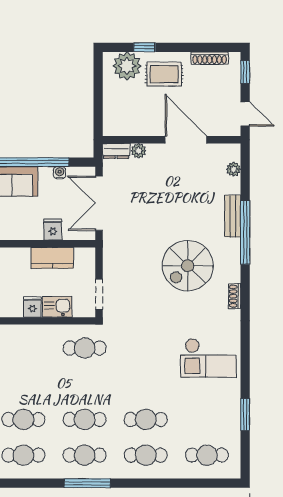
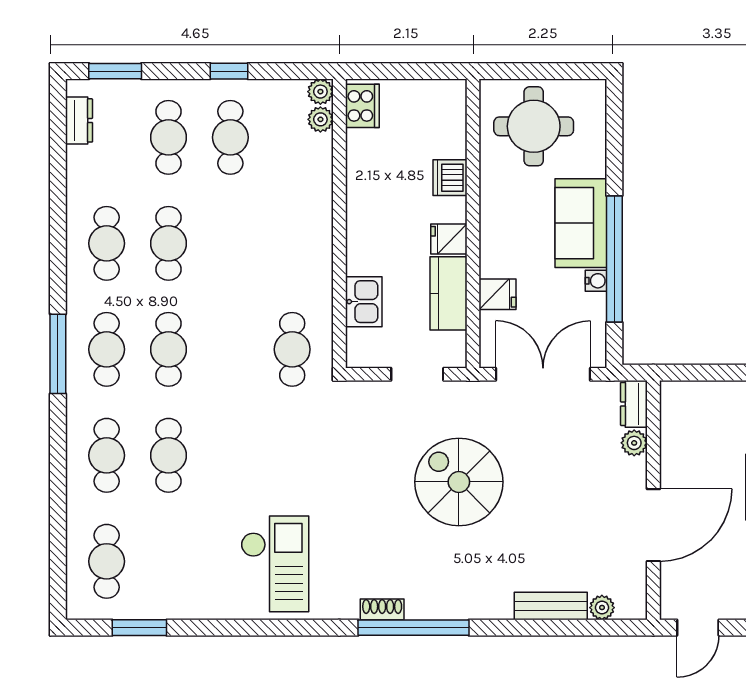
water cooler: (60, 173) -> (596, 281), moved
bench: (233, 216) -> (551, 606), moved
window: (245, 232) -> (414, 628), moved
spiral stairs: (188, 266) -> (459, 482), moved
doorway: (99, 294) -> (417, 374), moved
fridge: (32, 307) -> (449, 239), moved, turned 180
checkout: (208, 358) -> (275, 564), turned 180
window: (245, 415) -> (139, 628), moved

